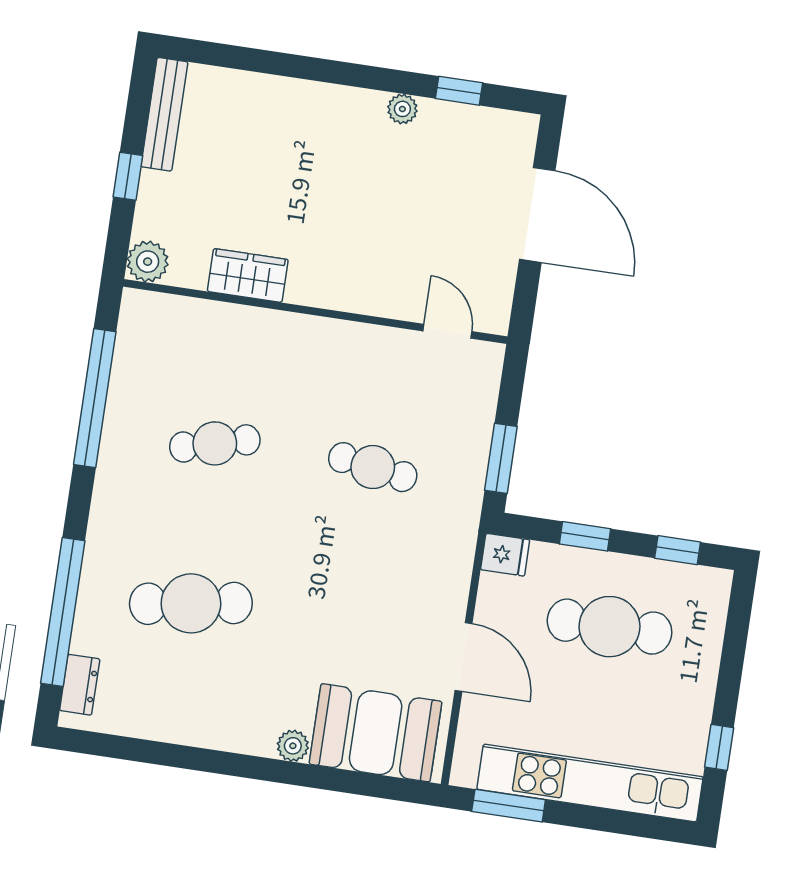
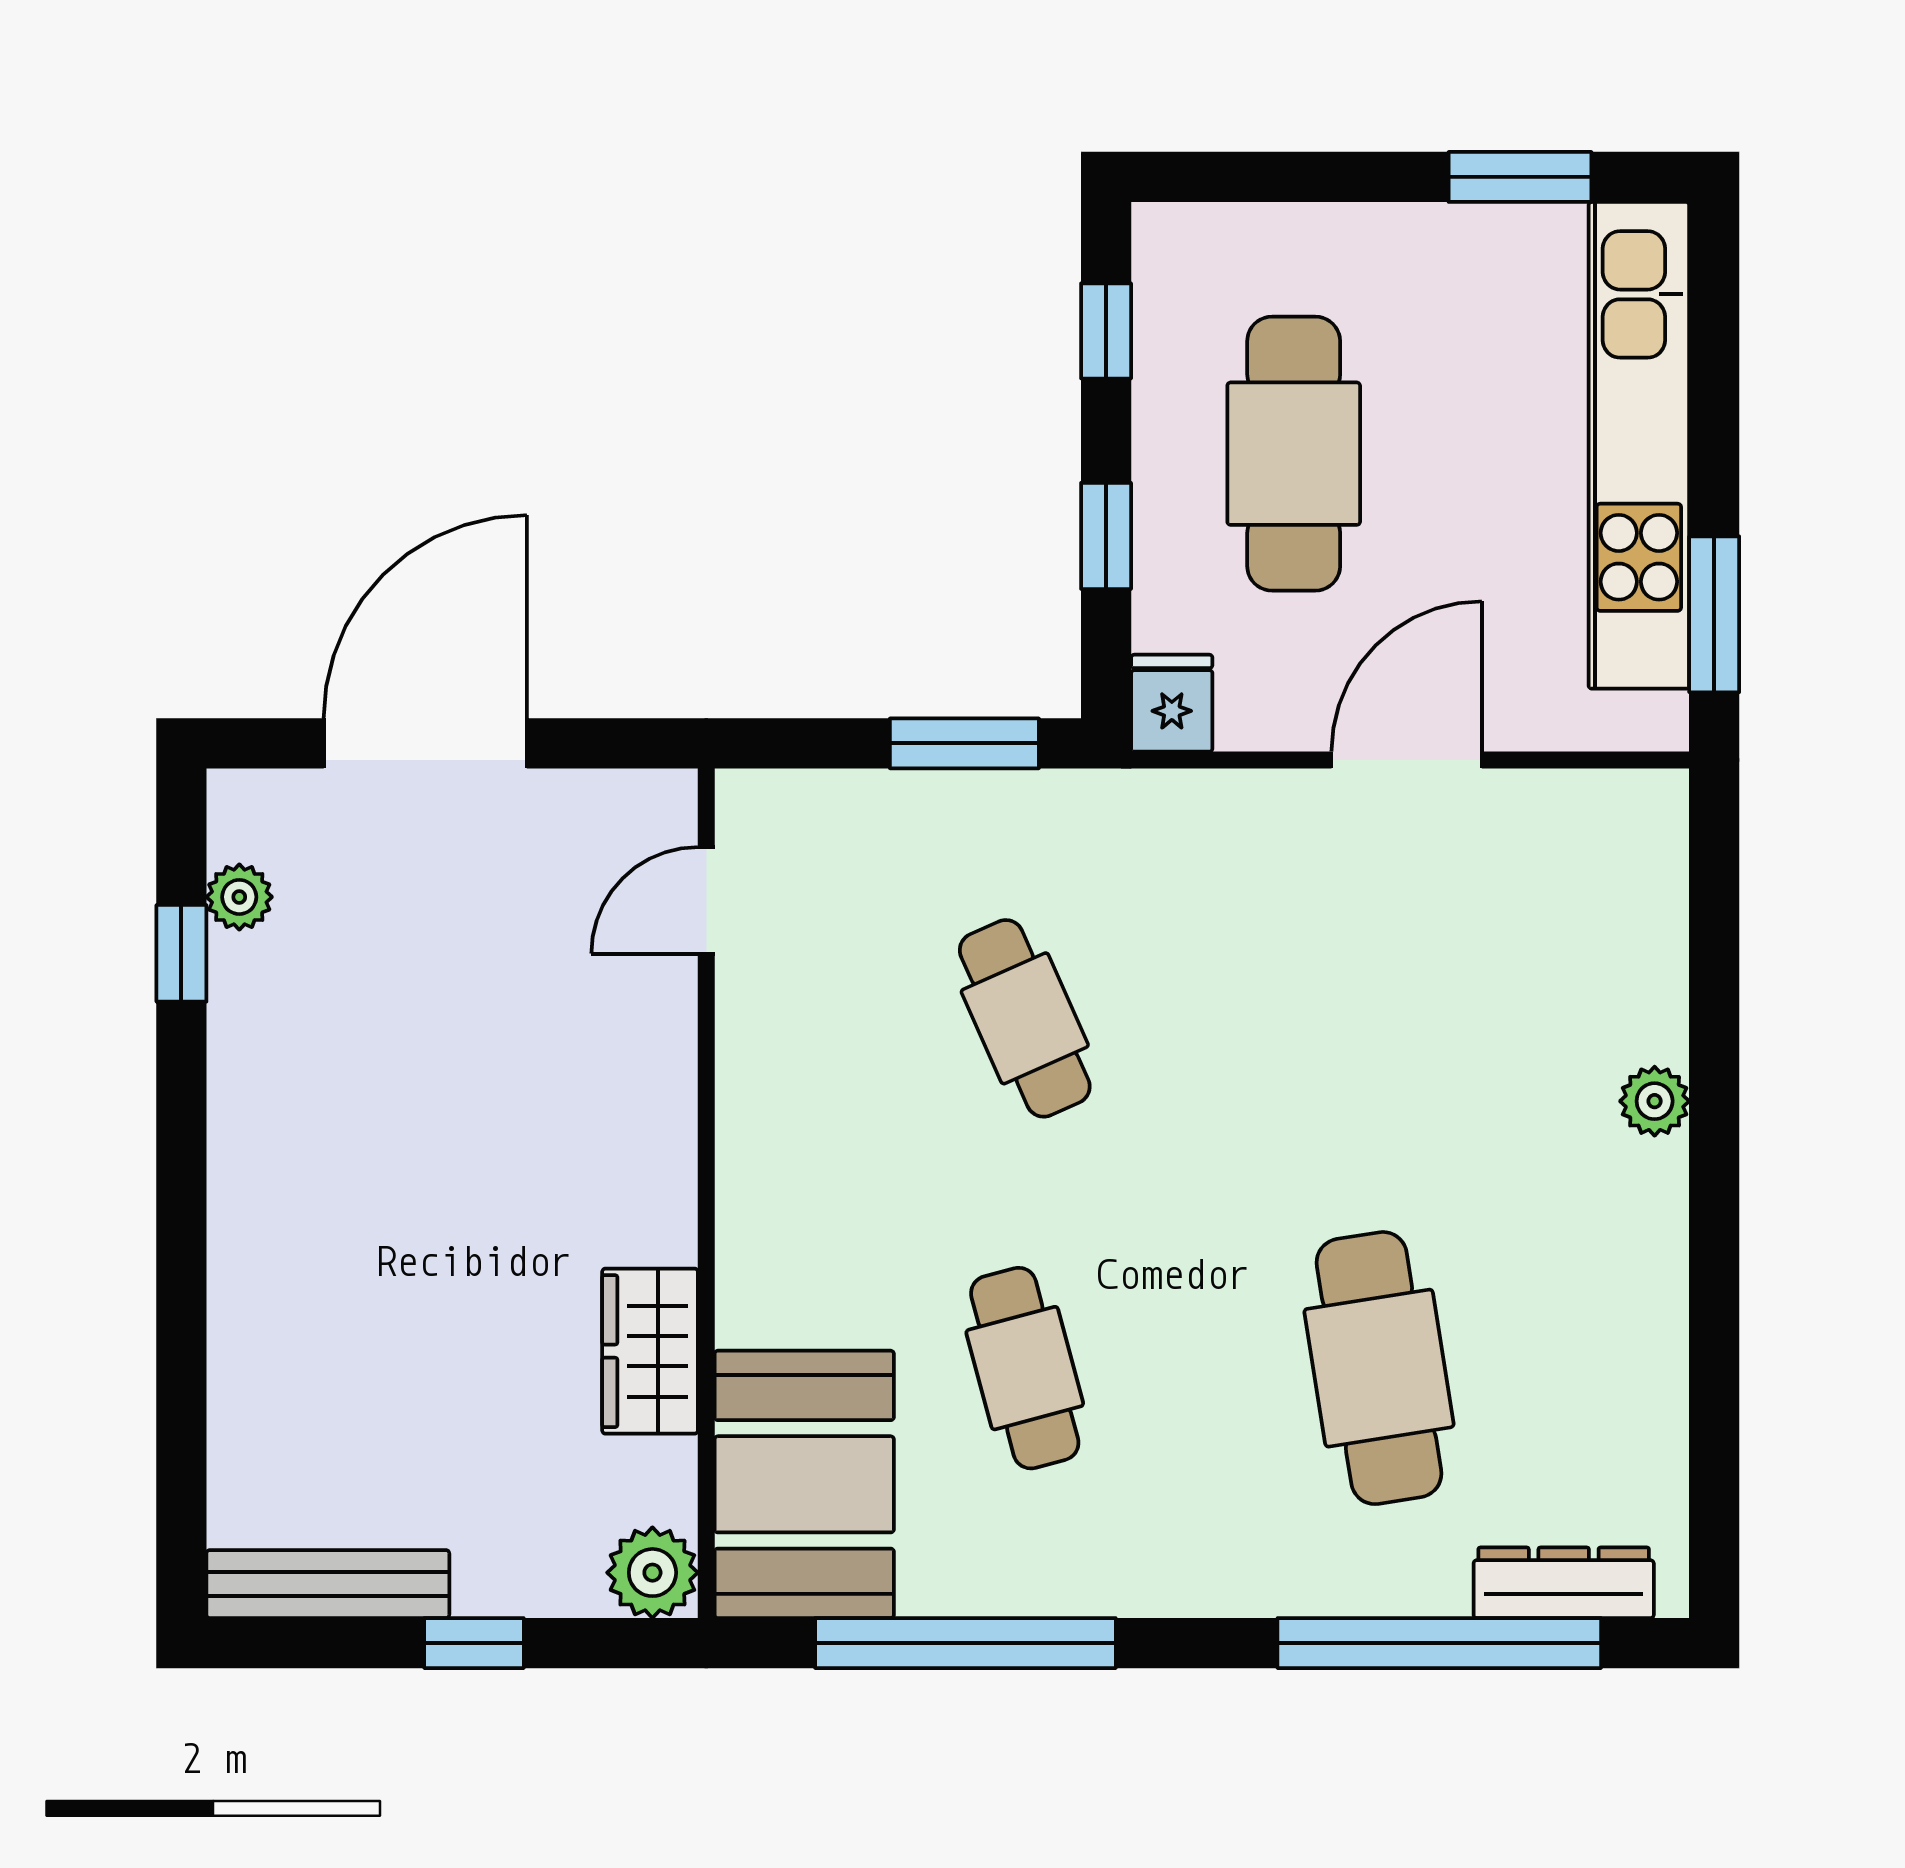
plant: (402, 109) -> (239, 897), moved
cafe table: (373, 467) -> (1025, 1018), turned -33
dresser: (80, 685) -> (1564, 1583), width x1.44
booth: (376, 733) -> (804, 1484), moved
window: (719, 747) -> (1520, 177), width x1.50

